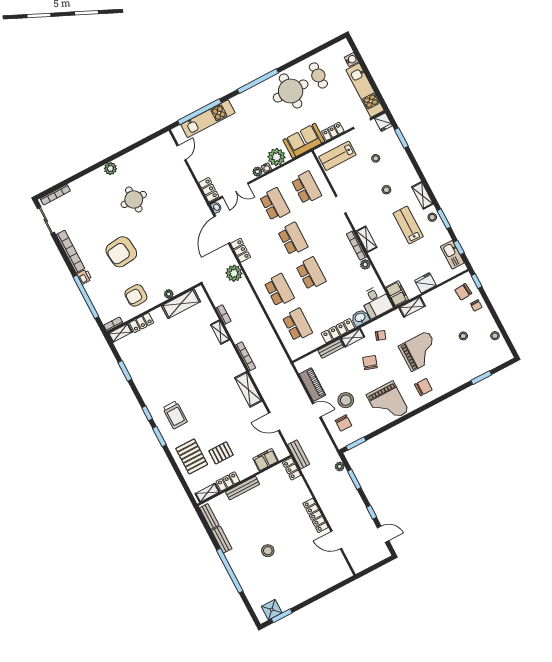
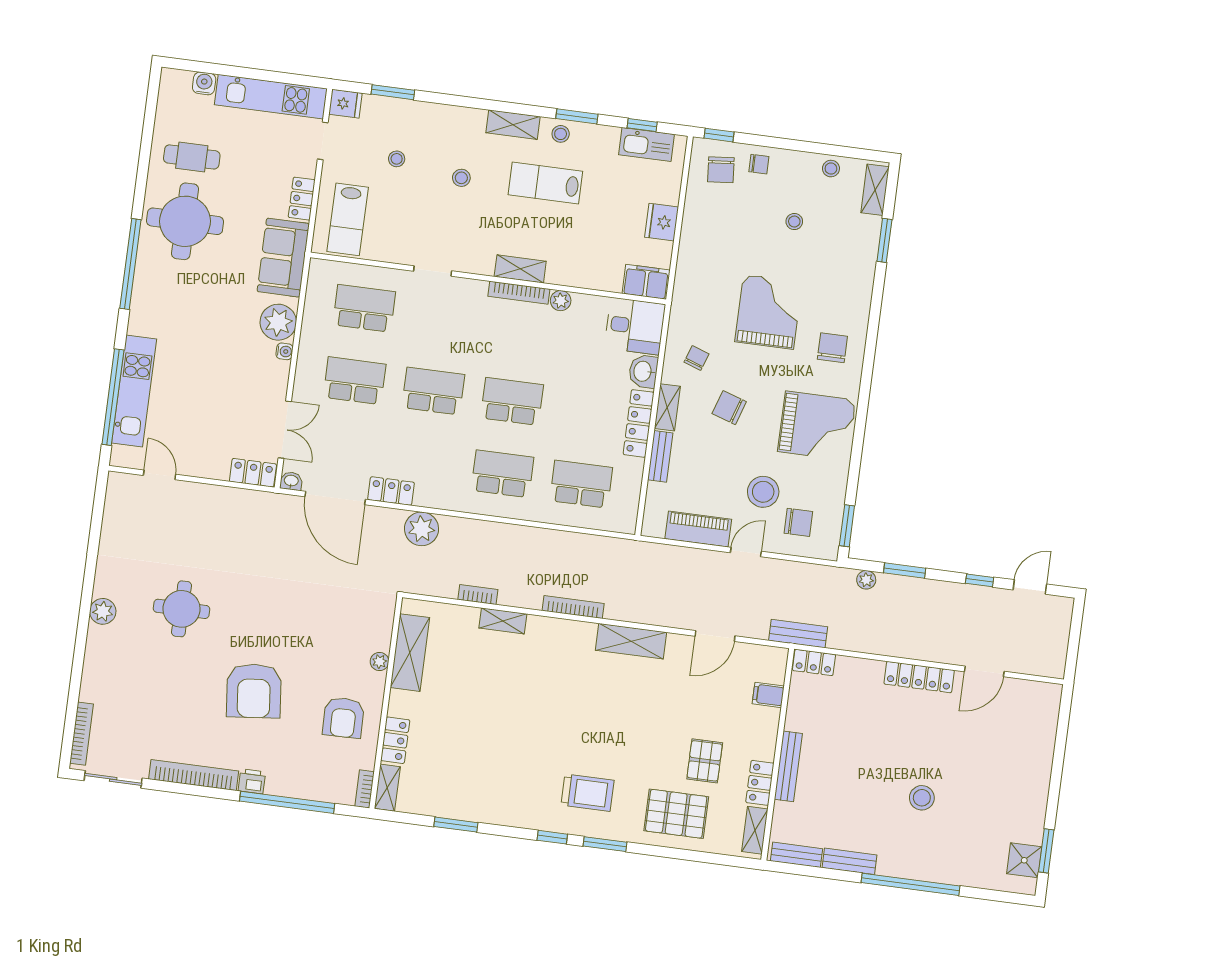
plant: (257, 172) -> (280, 371), removed
shelving: (412, 307) -> (875, 190), moved
filing cabinet: (266, 460) -> (768, 695), width x0.50

